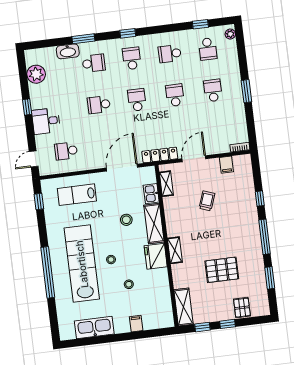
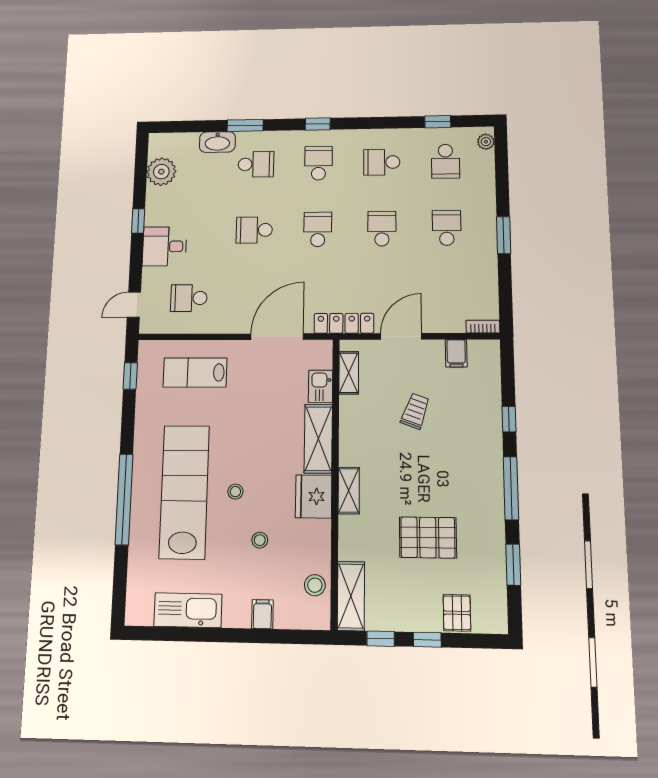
stool: (126, 220) -> (315, 585), moved

